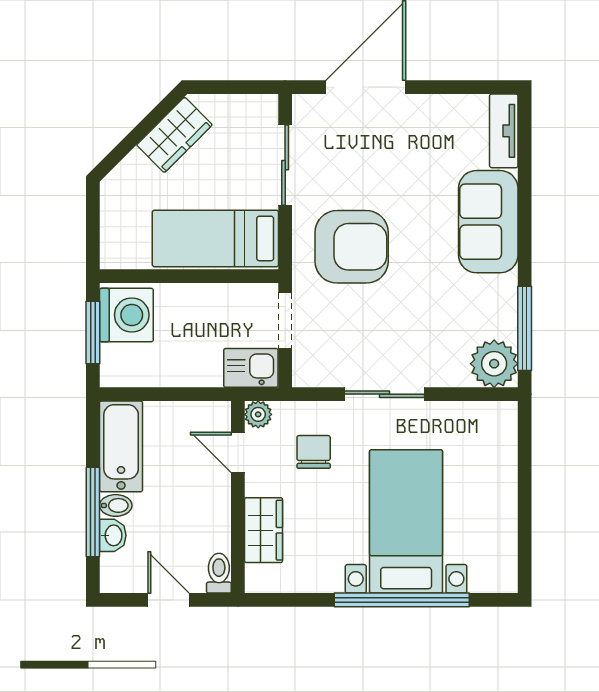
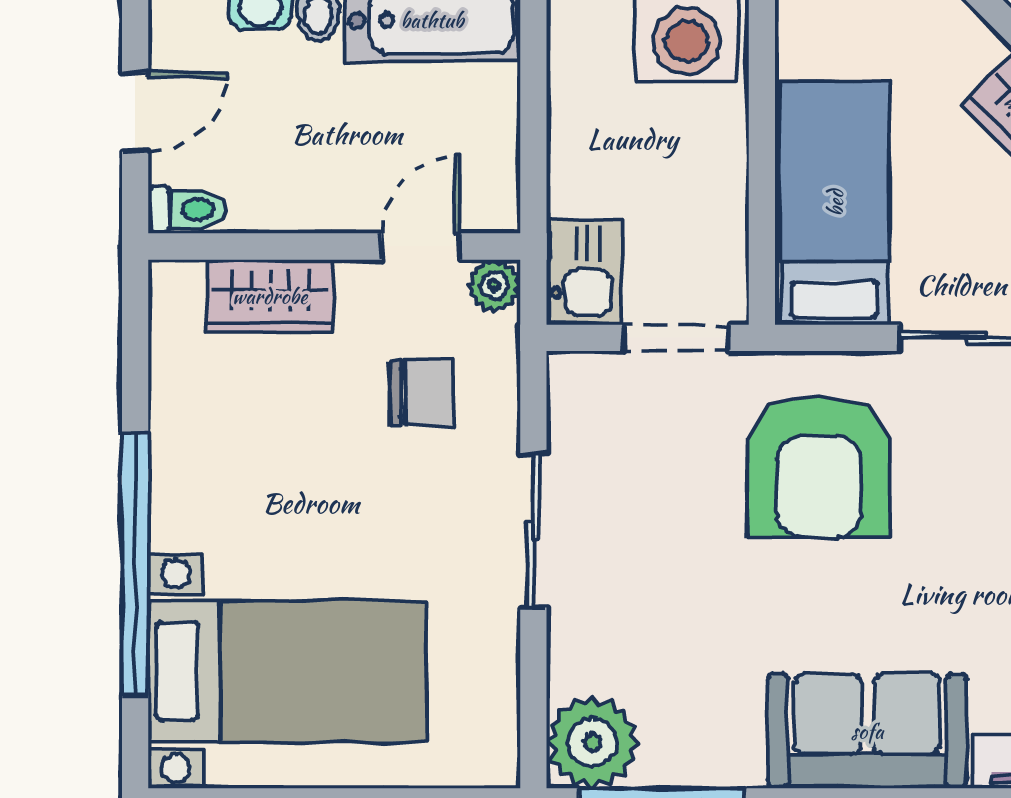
bed with nightstands: (406, 521) -> (287, 671), moved

